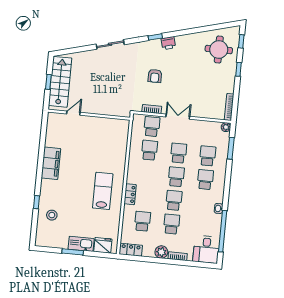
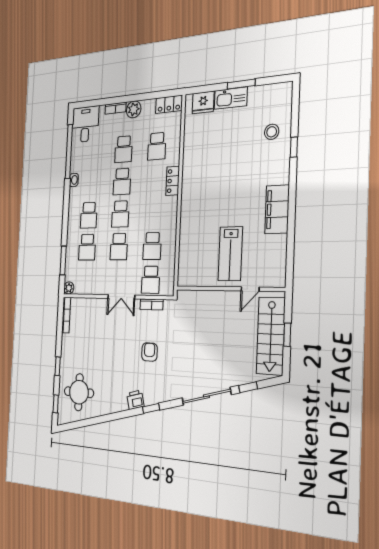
sliding door: (110, 44) -> (206, 396), width x1.37
window: (78, 50) -> (248, 387), added
lab bench: (103, 191) -> (230, 254), moved

